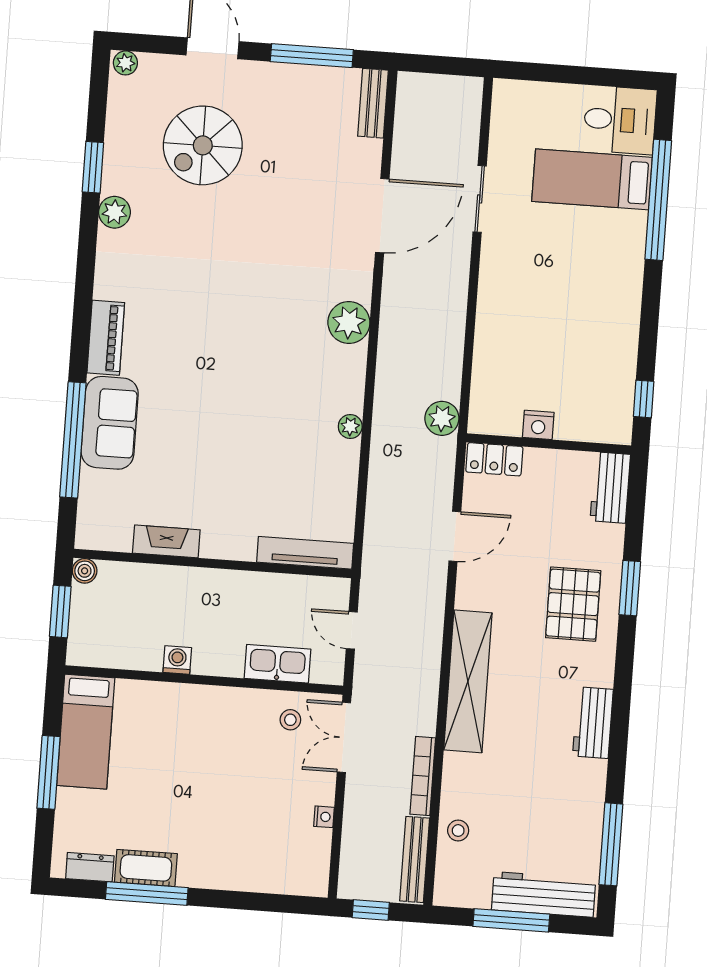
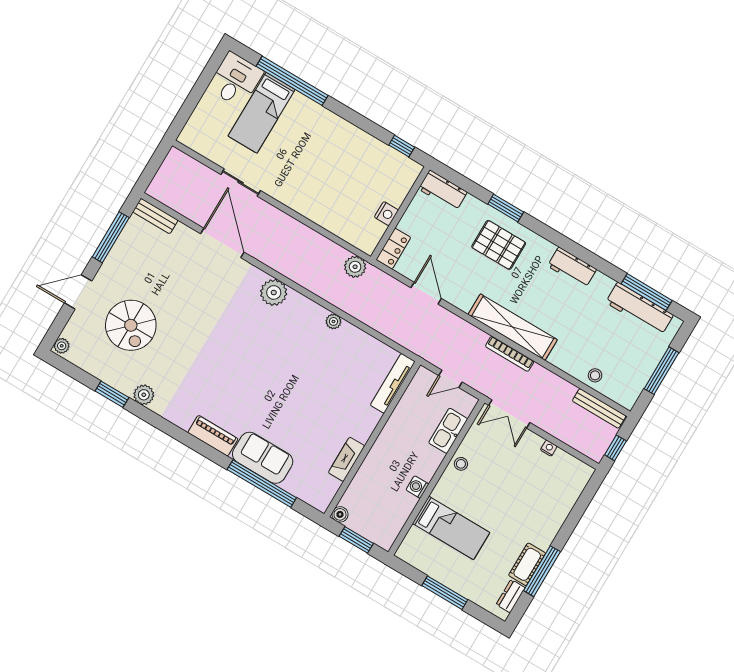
stool: (290, 720) -> (461, 464), moved
bed: (86, 732) -> (451, 528), moved
bookcase: (423, 776) -> (510, 354), moved
workbench: (544, 894) -> (639, 309), moved, turned -90

